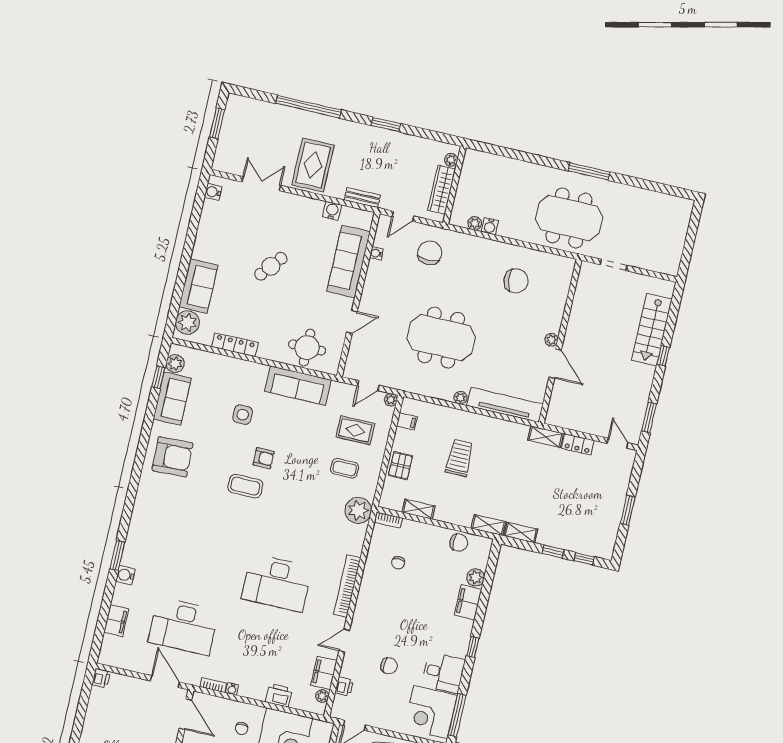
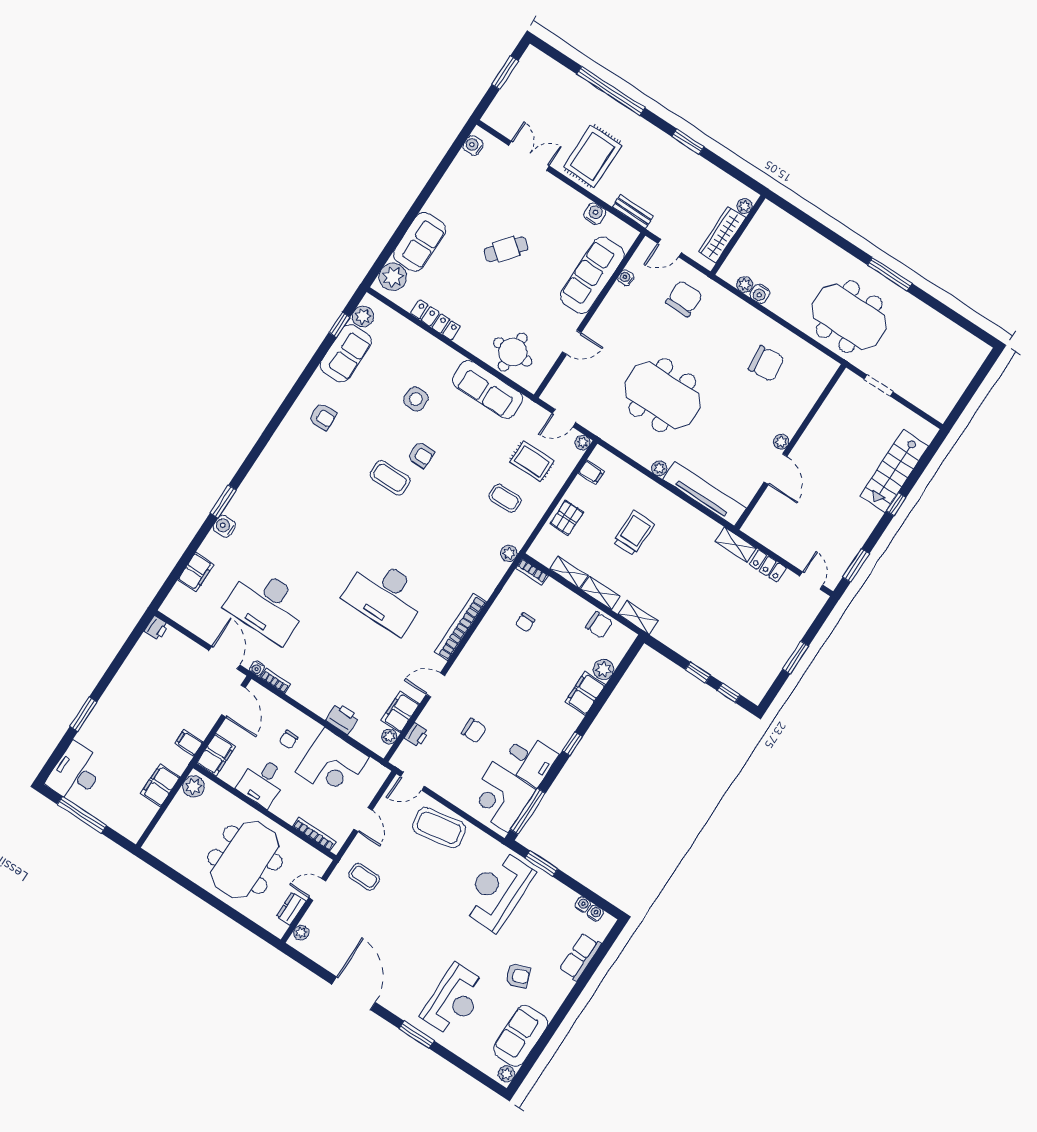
armchair: (172, 457) -> (323, 417), width x0.53, depth x0.53
plant: (358, 510) -> (509, 553), width x0.53, depth x0.53
shelving: (521, 533) -> (600, 593), moved
water cooler: (232, 689) -> (257, 668), moved

